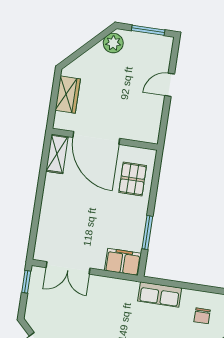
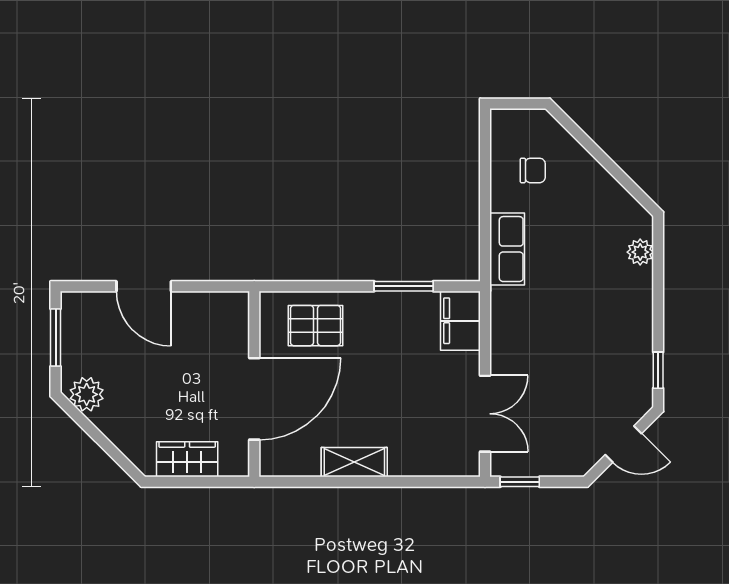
door: (170, 85) -> (144, 286), width x1.38
shelving: (57, 154) -> (354, 462), moved

